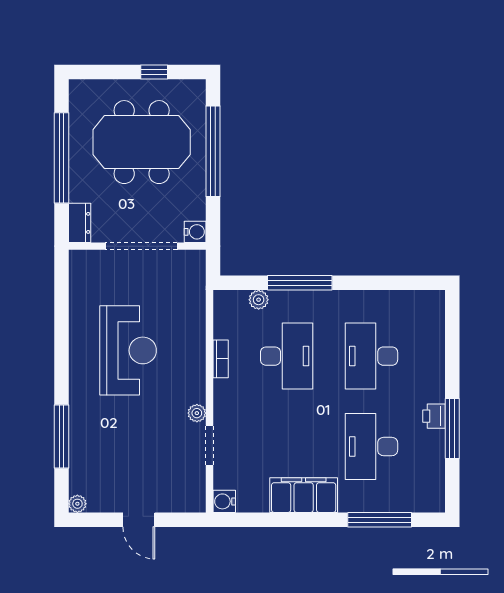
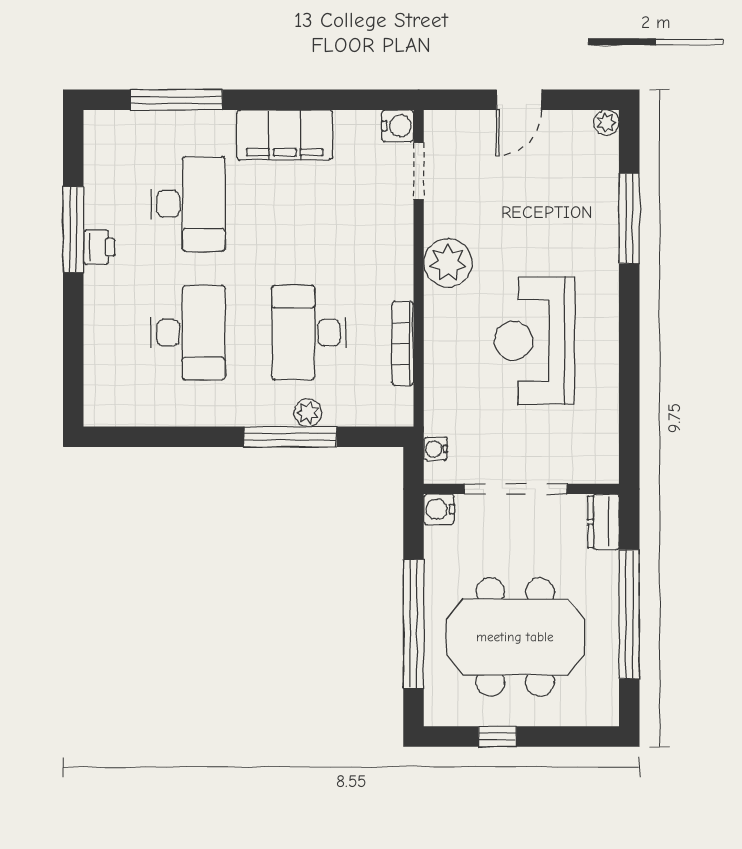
water cooler: (198, 274) -> (435, 449), added
plant: (259, 300) -> (308, 413), moved
bookcase: (221, 359) -> (403, 344), width x1.56
plant: (197, 413) -> (448, 263), width x1.88, depth x1.88
doorway: (209, 445) -> (419, 171), moved
door: (139, 520) -> (519, 100), swing flipped

